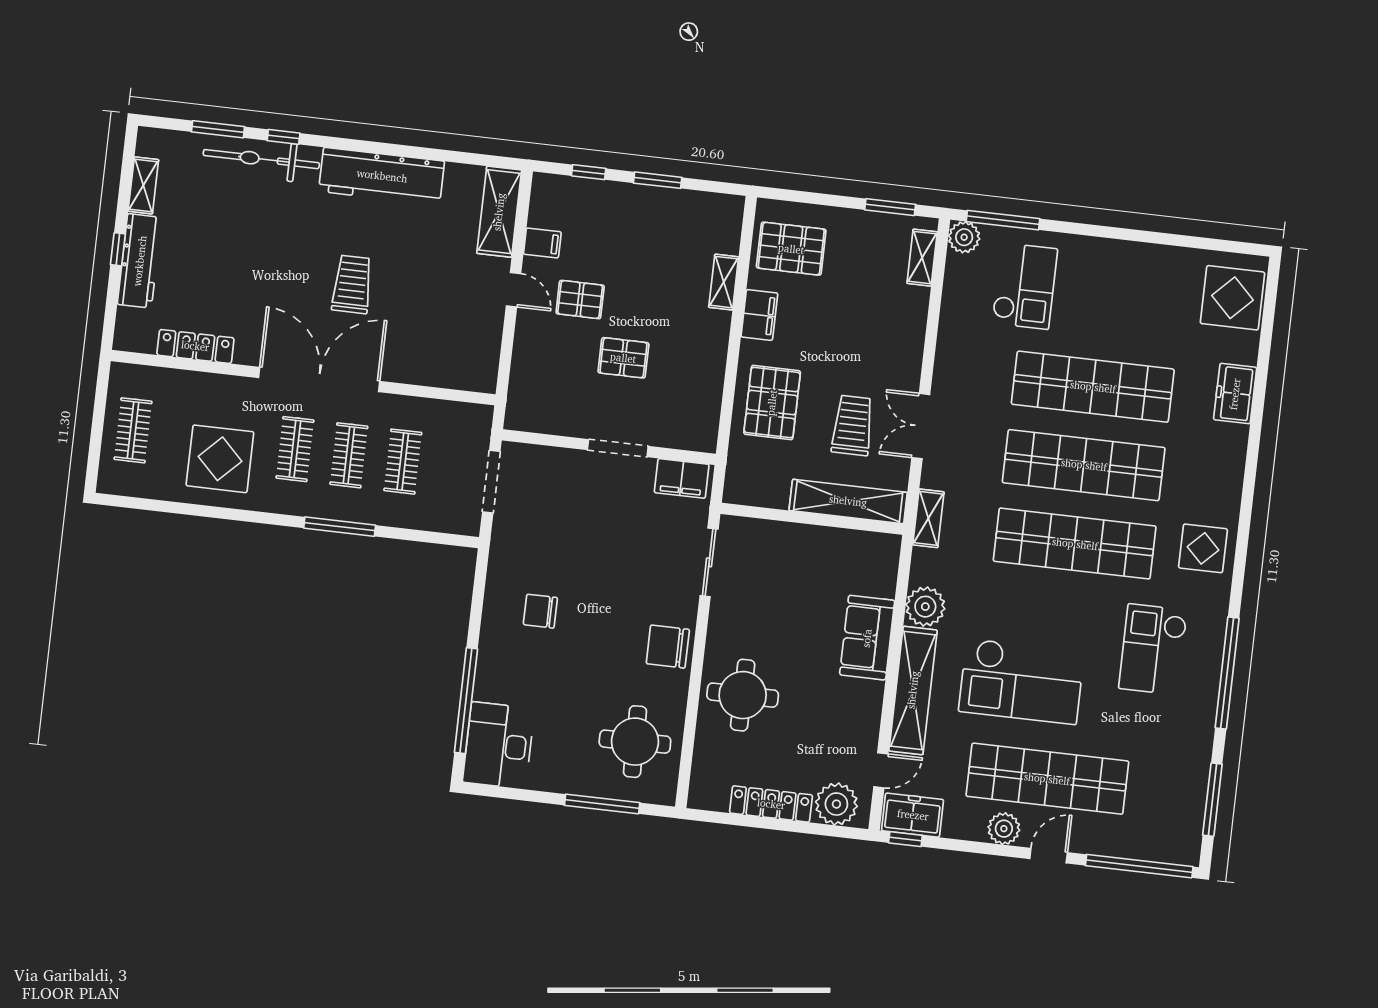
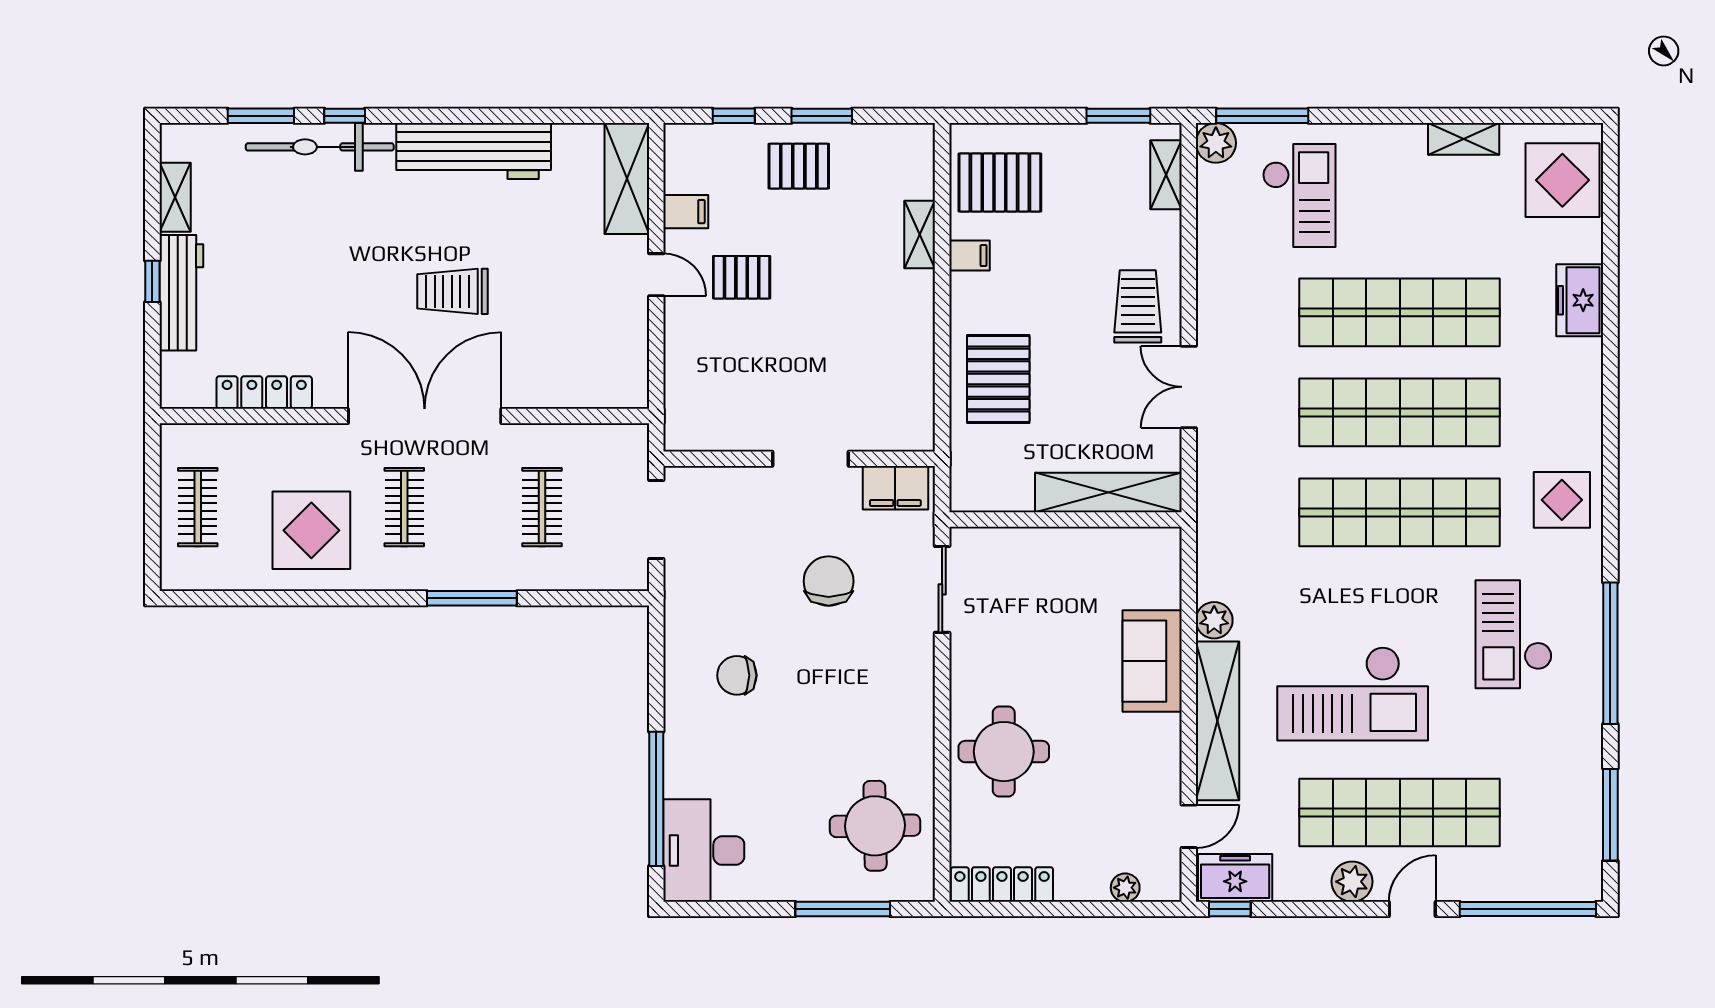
trolley: (352, 284) -> (452, 291), turned -90
filing cabinet: (759, 315) -> (969, 256), width x0.50
pallet: (623, 358) -> (799, 166), moved
trolley: (853, 425) -> (1138, 306), moved
clothes rail: (349, 455) -> (473, 507), removed
shelving: (928, 518) -> (1464, 139), moved, turned 90
plant: (925, 607) -> (1214, 620), width x0.73, depth x0.73
chair: (668, 647) -> (829, 581), moved, turned 90
locker: (771, 804) -> (1002, 885), moved
plant: (836, 804) -> (1125, 888), width x0.53, depth x0.53

